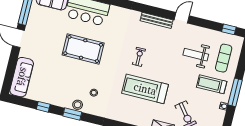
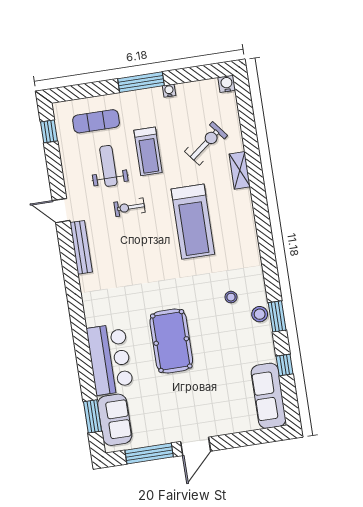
weight bench: (196, 55) -> (108, 166), turned 180
exercise bike: (139, 57) -> (129, 207), moved
sofa: (22, 77) -> (269, 396), moved, turned -90
treadmill: (212, 84) -> (148, 151), moved

